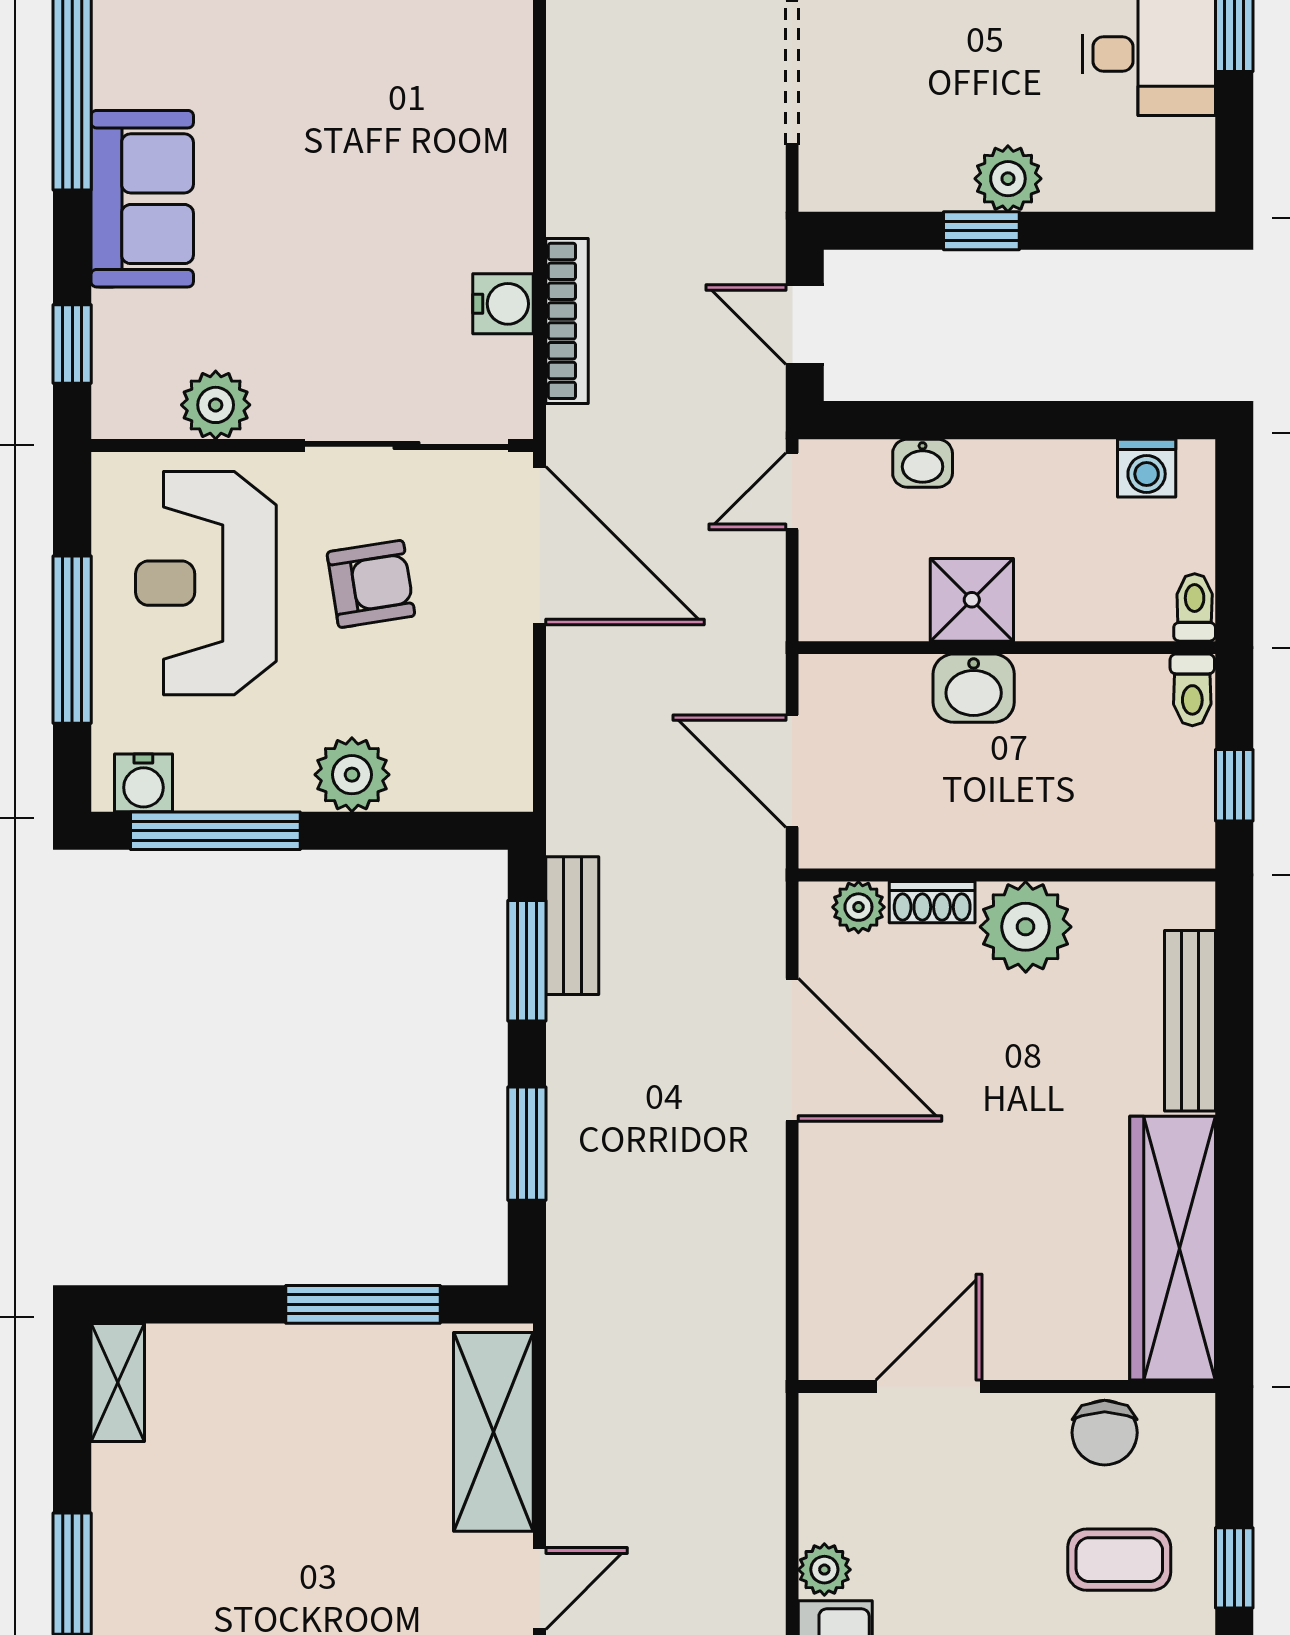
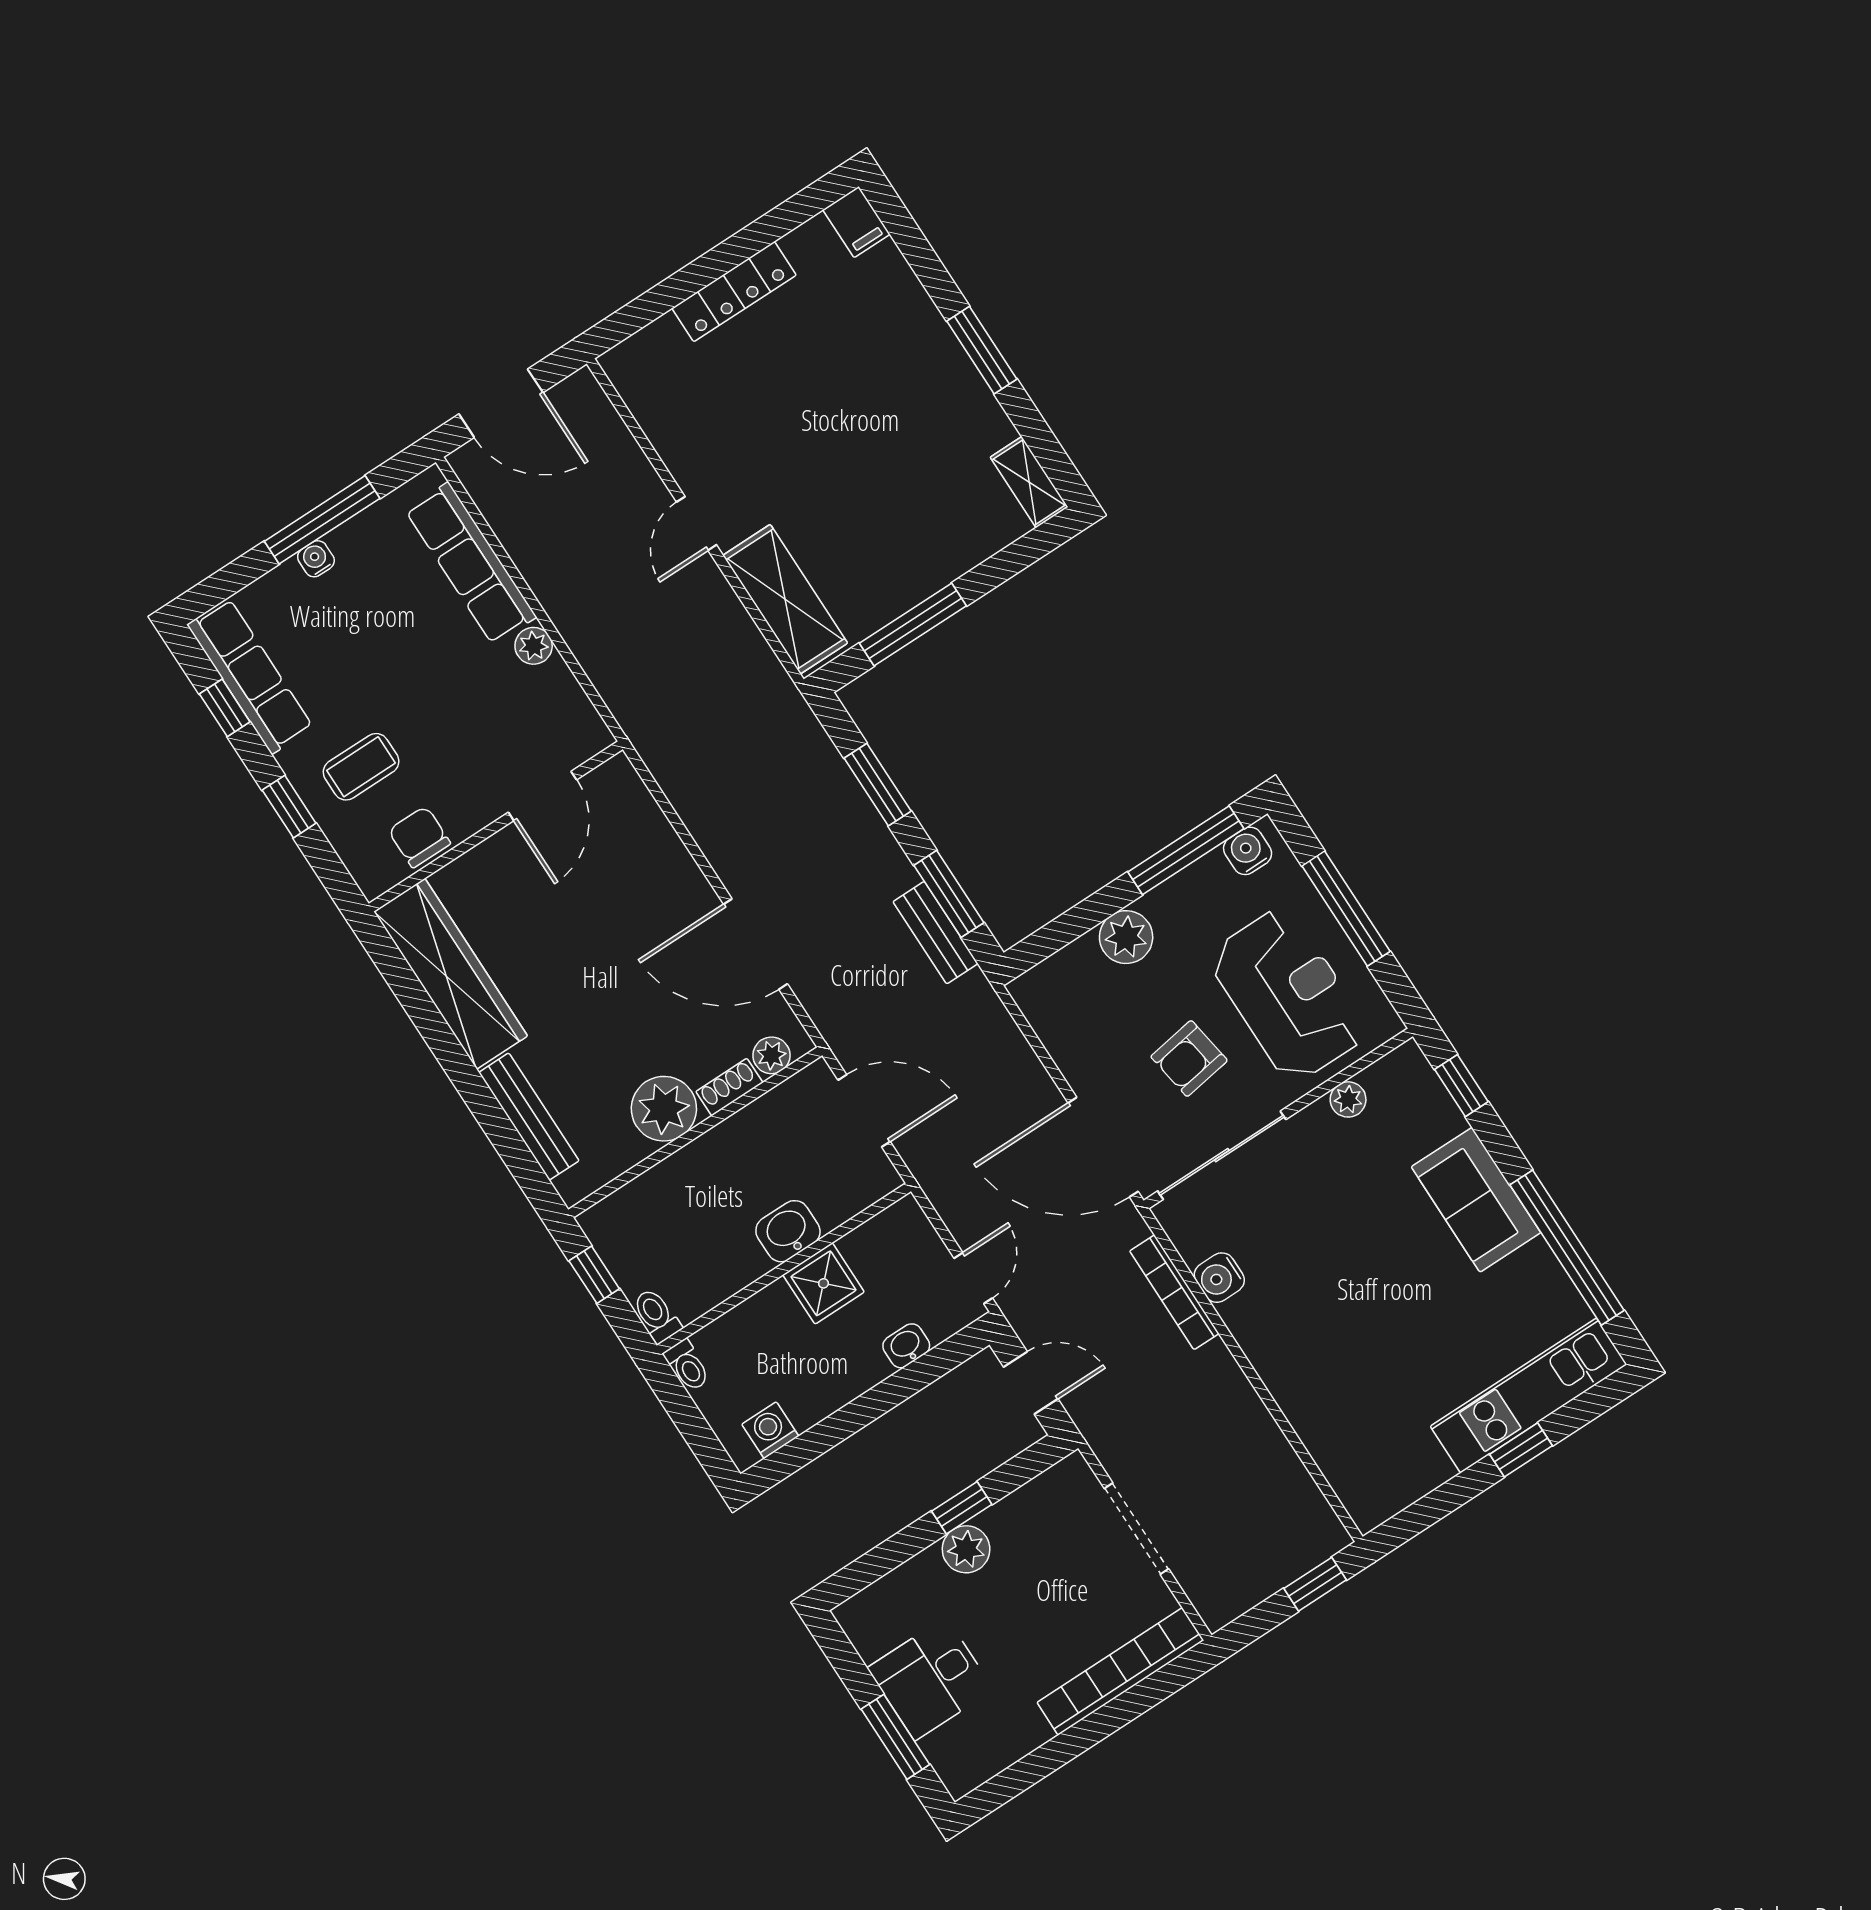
plant: (216, 405) -> (1348, 1099), width x0.73, depth x0.73

